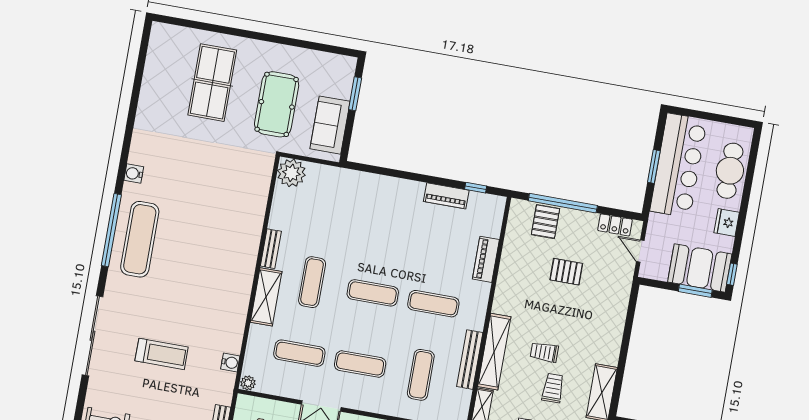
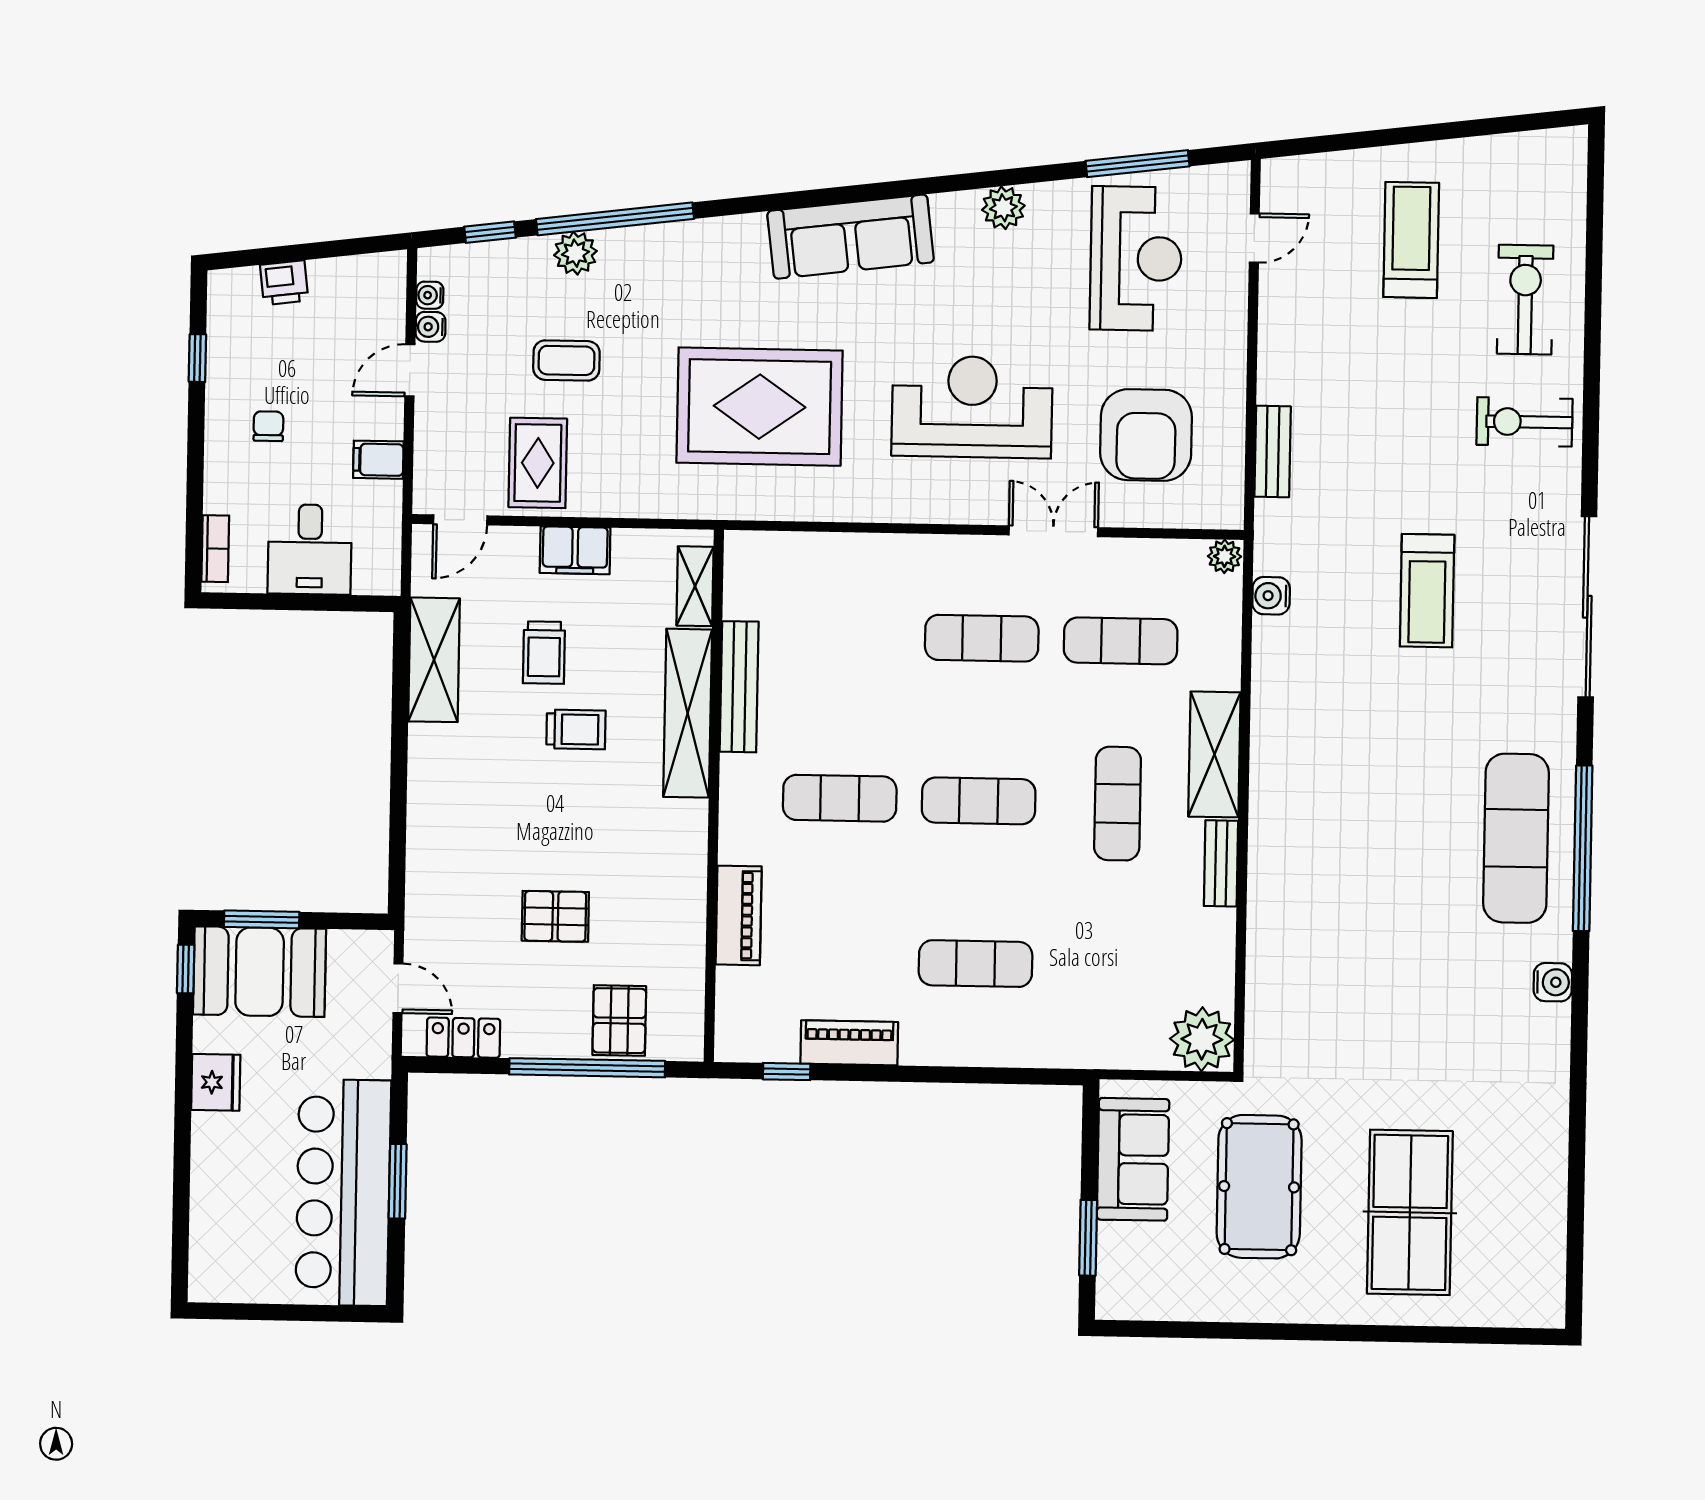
cafe table: (730, 171) -> (227, 1199), removed
treadmill: (162, 354) -> (1427, 591), turned -90
exercise mat: (421, 375) -> (976, 964), moved, turned 90

